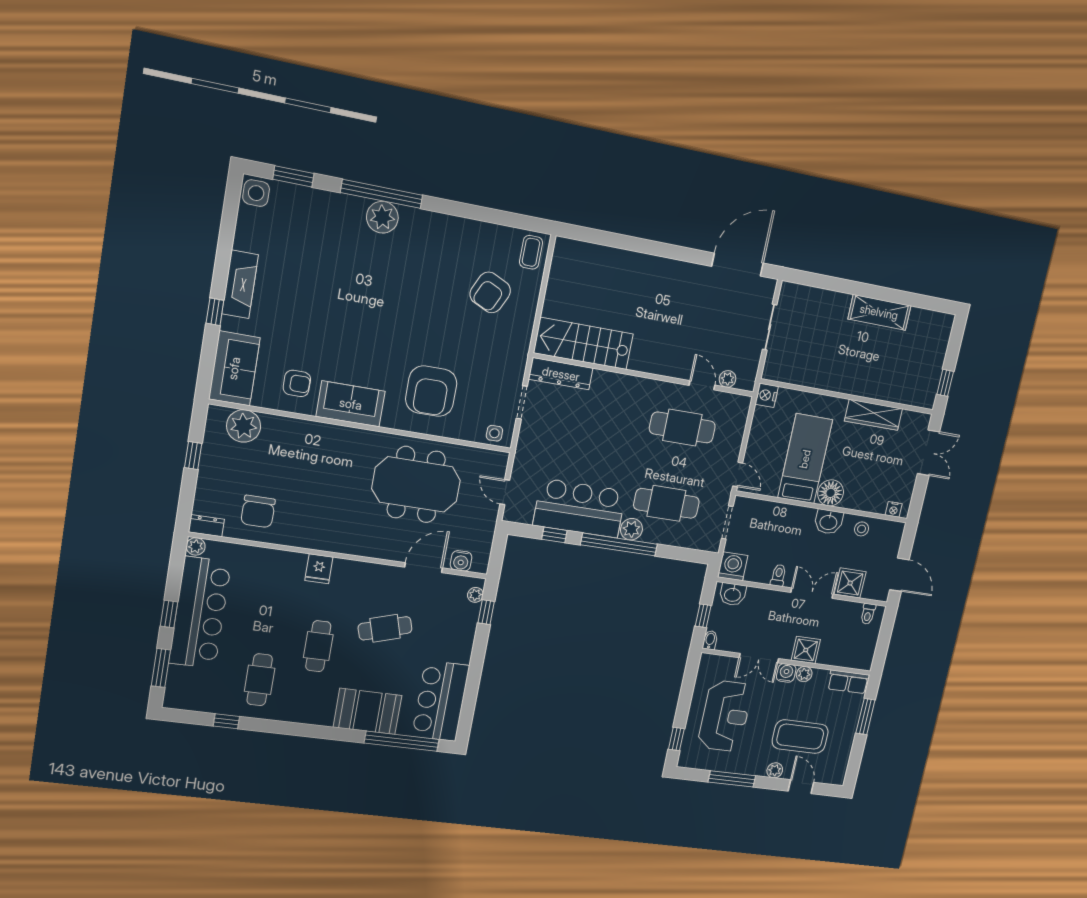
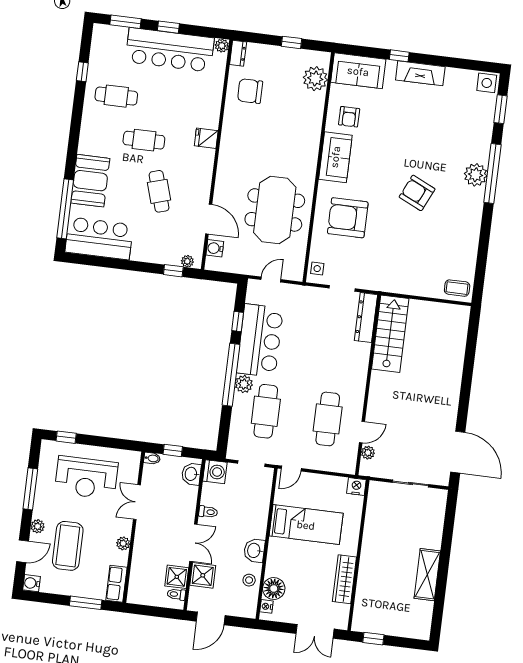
armchair: (490, 292) -> (417, 193), moved
floor lamp: (831, 493) -> (274, 589), moved
shower: (806, 650) -> (177, 577), moved
water cooler: (786, 673) -> (32, 583), moved, turned 180

